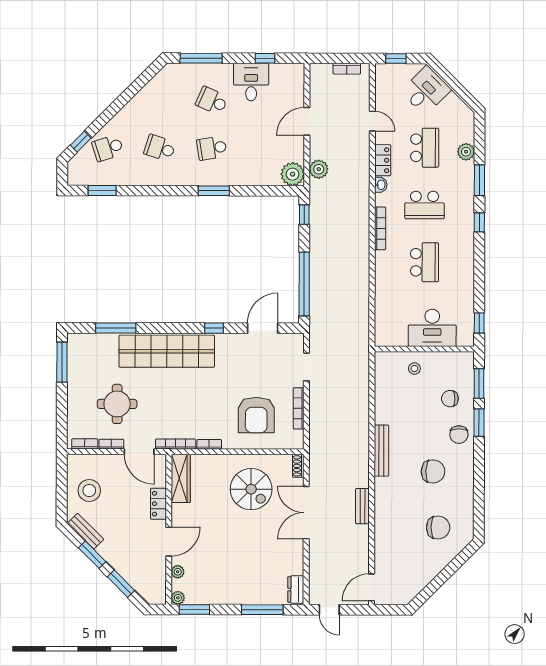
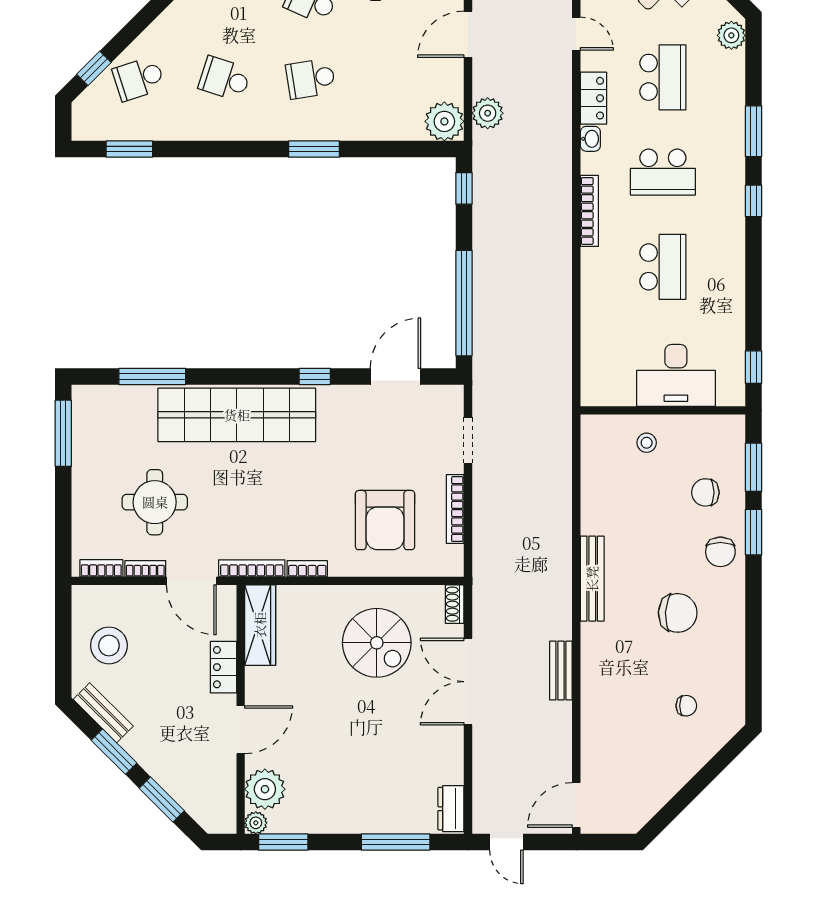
plant: (466, 152) -> (731, 35), moved
chair: (438, 527) -> (686, 706), width x0.54, depth x0.54
plant: (178, 572) -> (265, 789), width x1.88, depth x1.88

